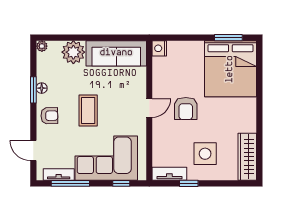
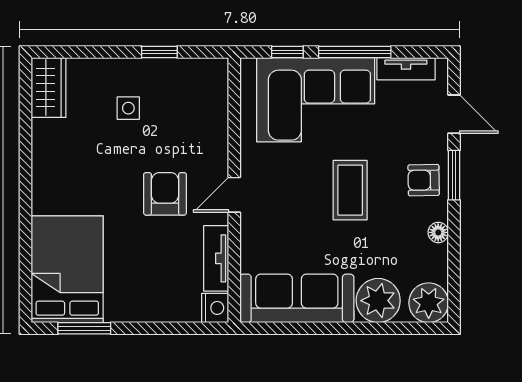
plant: (42, 46) -> (429, 303), width x1.87, depth x1.87
bed: (230, 69) -> (67, 269), width x0.73
window: (33, 90) -> (454, 175), moved
side table: (205, 154) -> (128, 108), width x0.54, depth x0.54
wardrobe: (247, 157) -> (49, 87), width x0.67
tv unit: (169, 174) -> (216, 258), moved, turned 90
window: (70, 183) -> (355, 52), moved

